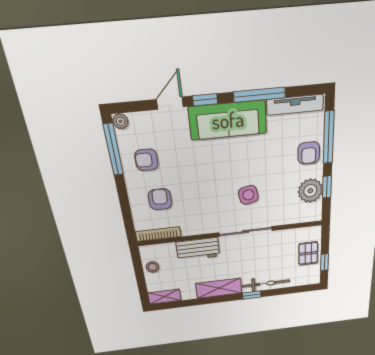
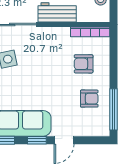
plant: (120, 121) -> (104, 130), removed
armchair: (160, 199) -> (84, 64), turned 90

